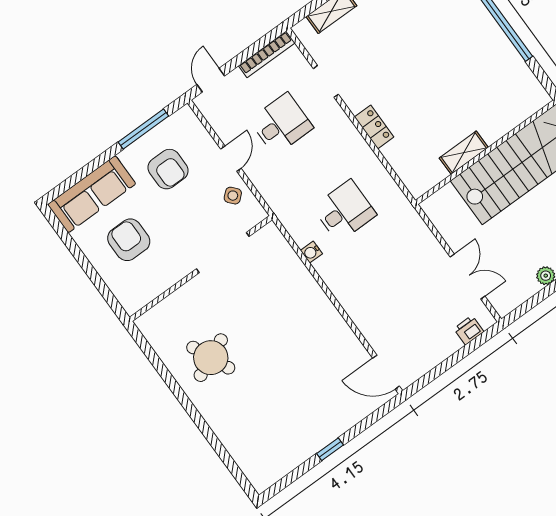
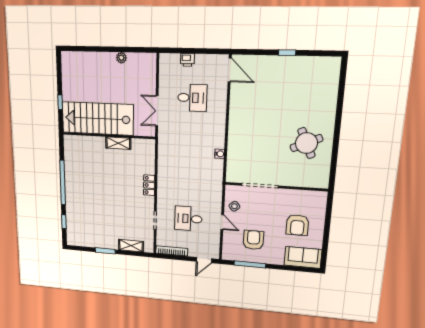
door: (231, 159) -> (222, 222), swing flipped
sofa: (92, 194) -> (303, 257), width x0.73
desk: (344, 211) -> (192, 98), moved, turned 180
double door: (468, 276) -> (157, 111), moved
printer: (469, 330) -> (187, 60), moved

